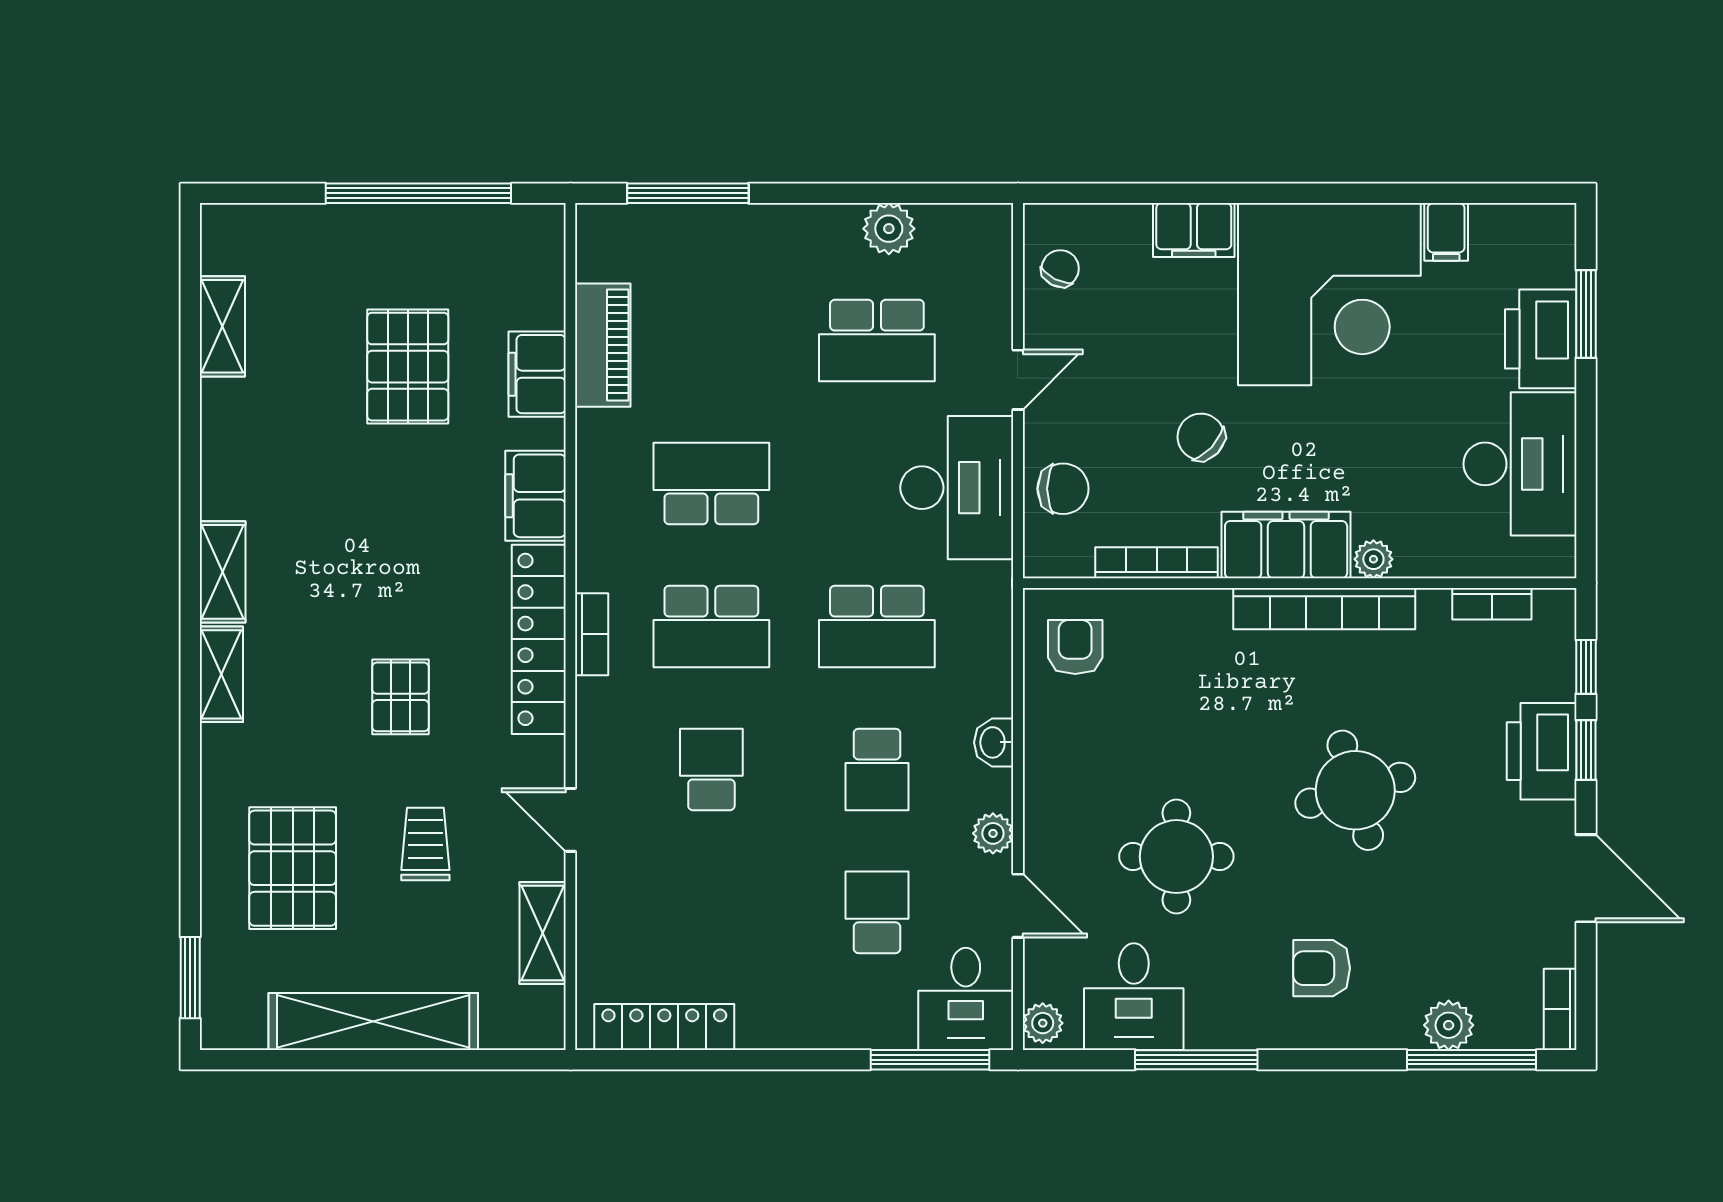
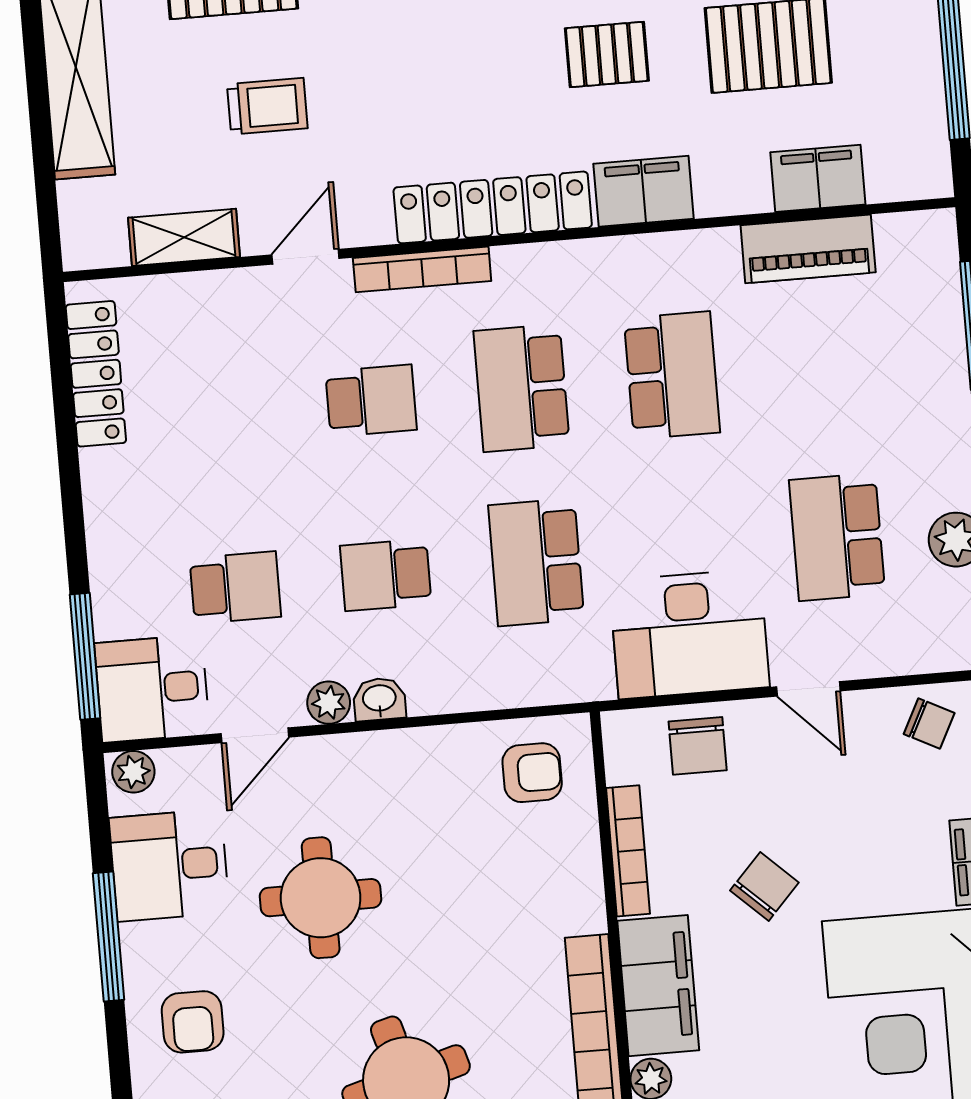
filing cabinet: (537, 374) -> (818, 178), moved
bookcase: (592, 634) -> (422, 269), moved, width x1.56
pallet: (400, 697) -> (607, 54), moved
washbasin: (994, 742) -> (379, 699), moved
armchair: (1322, 968) -> (193, 1022), moved, turned 180

